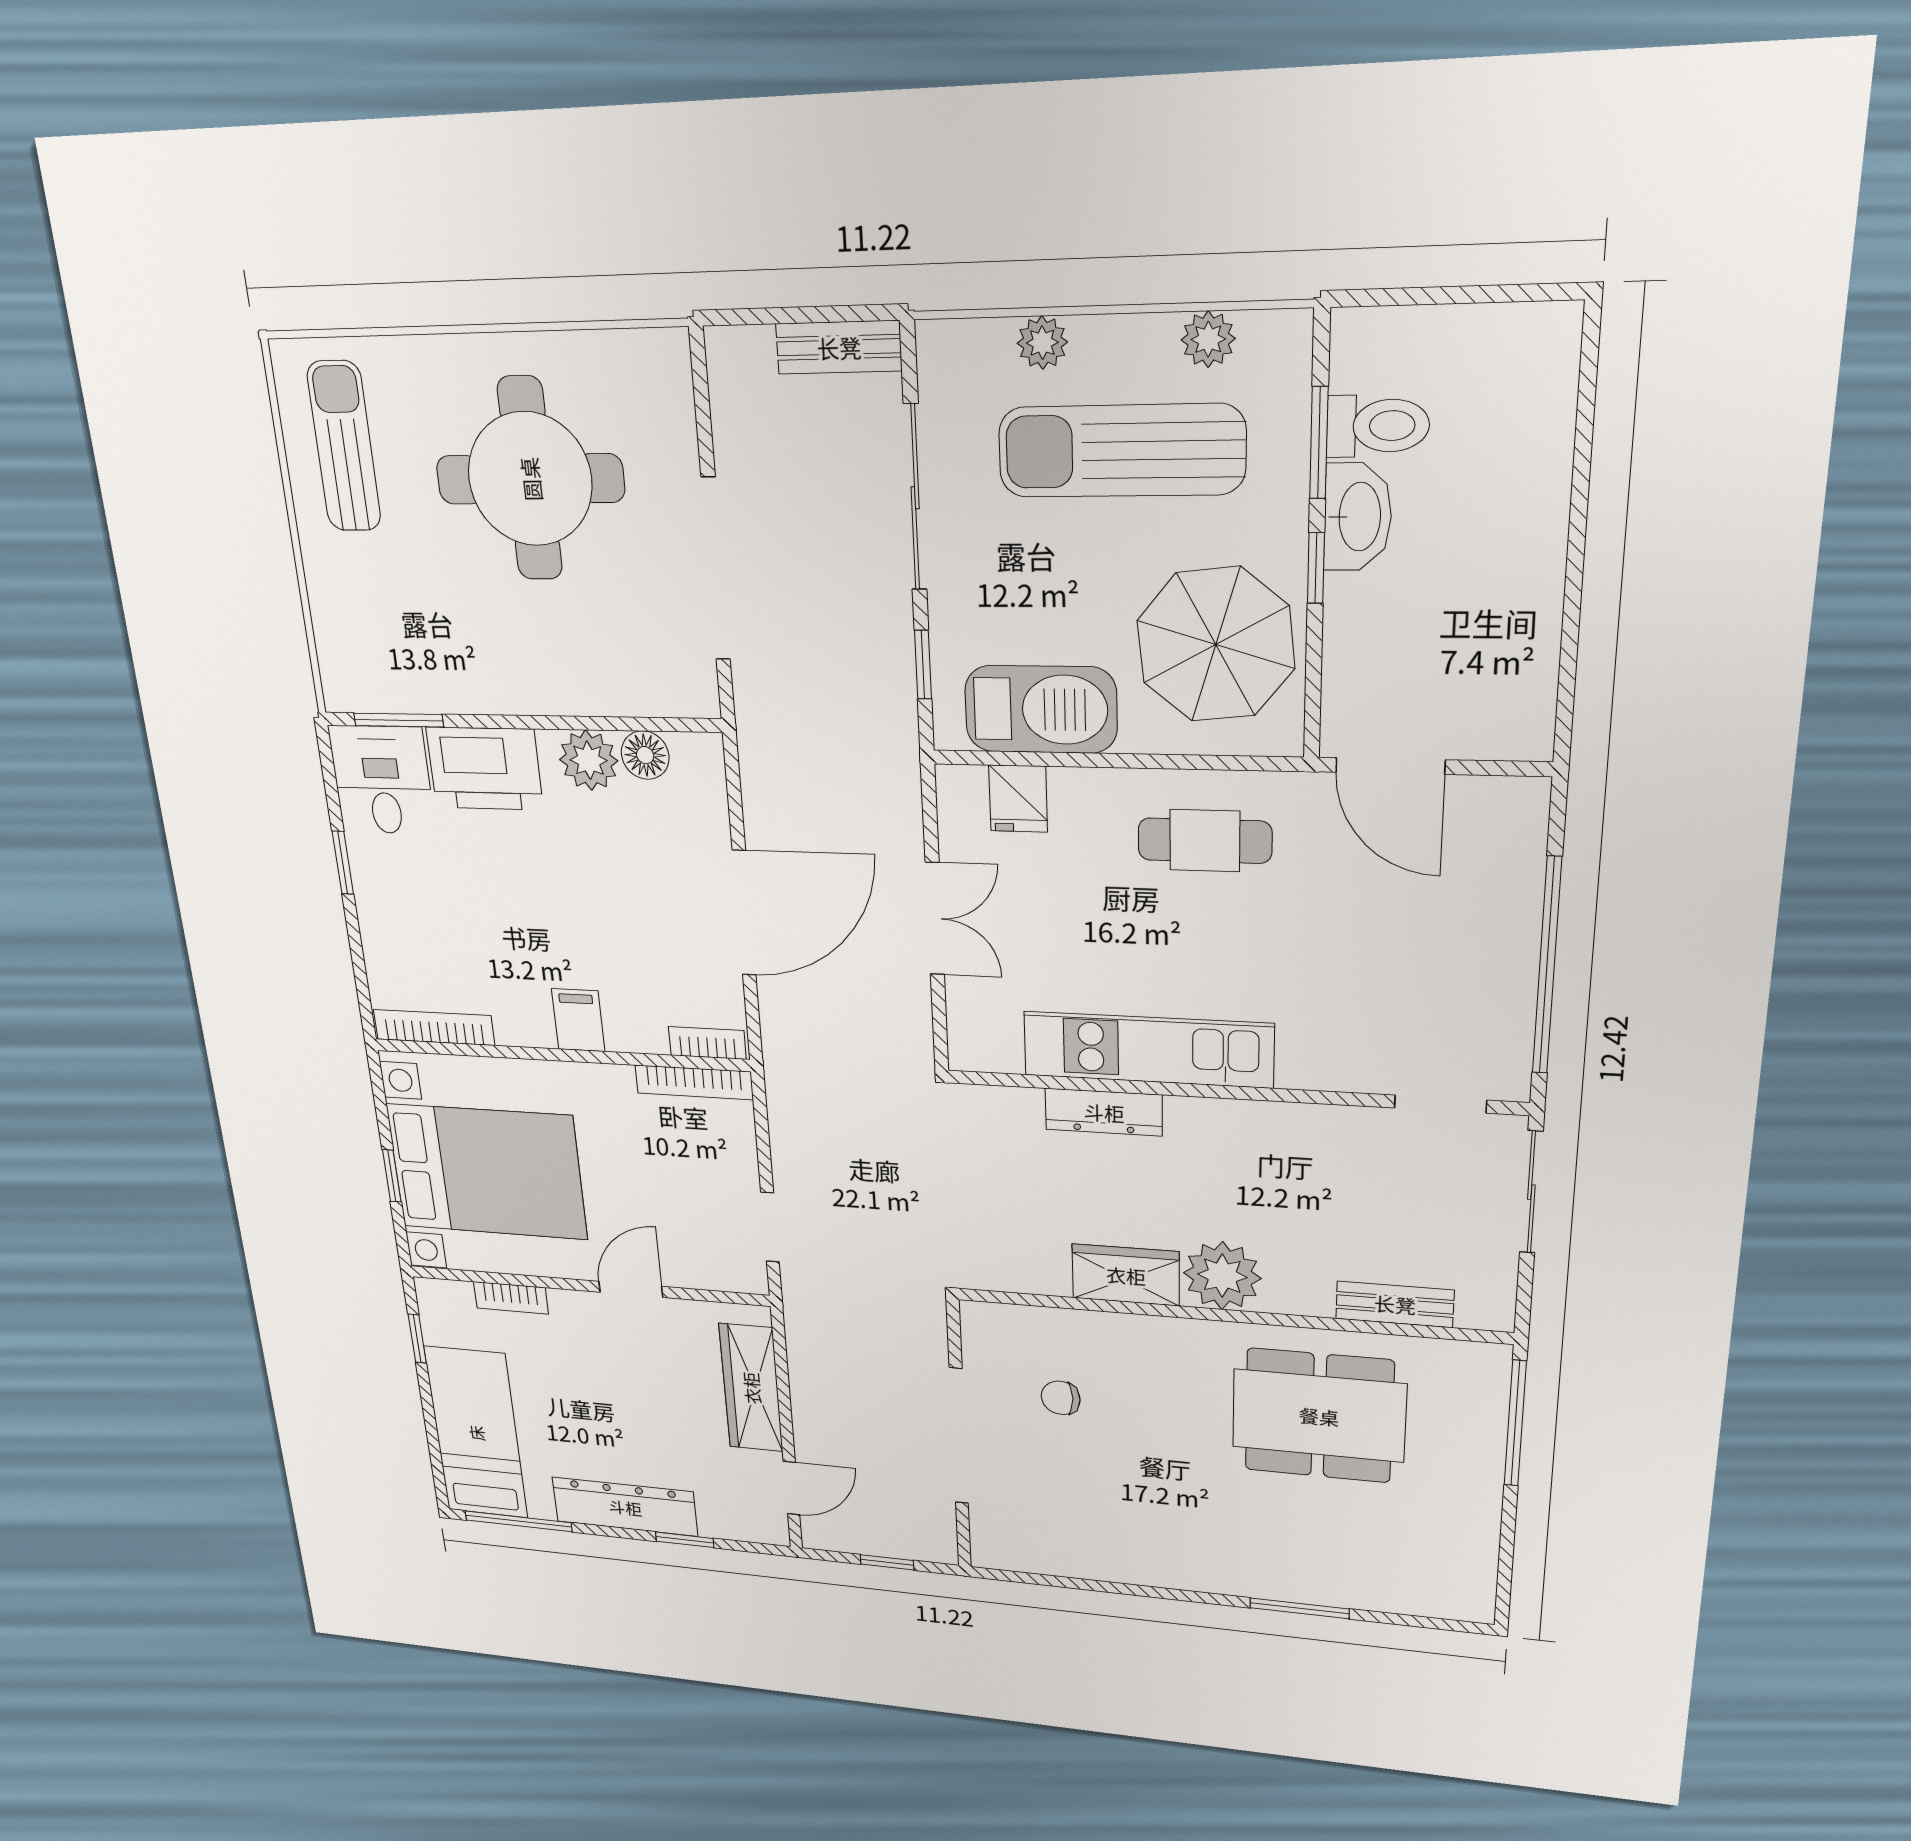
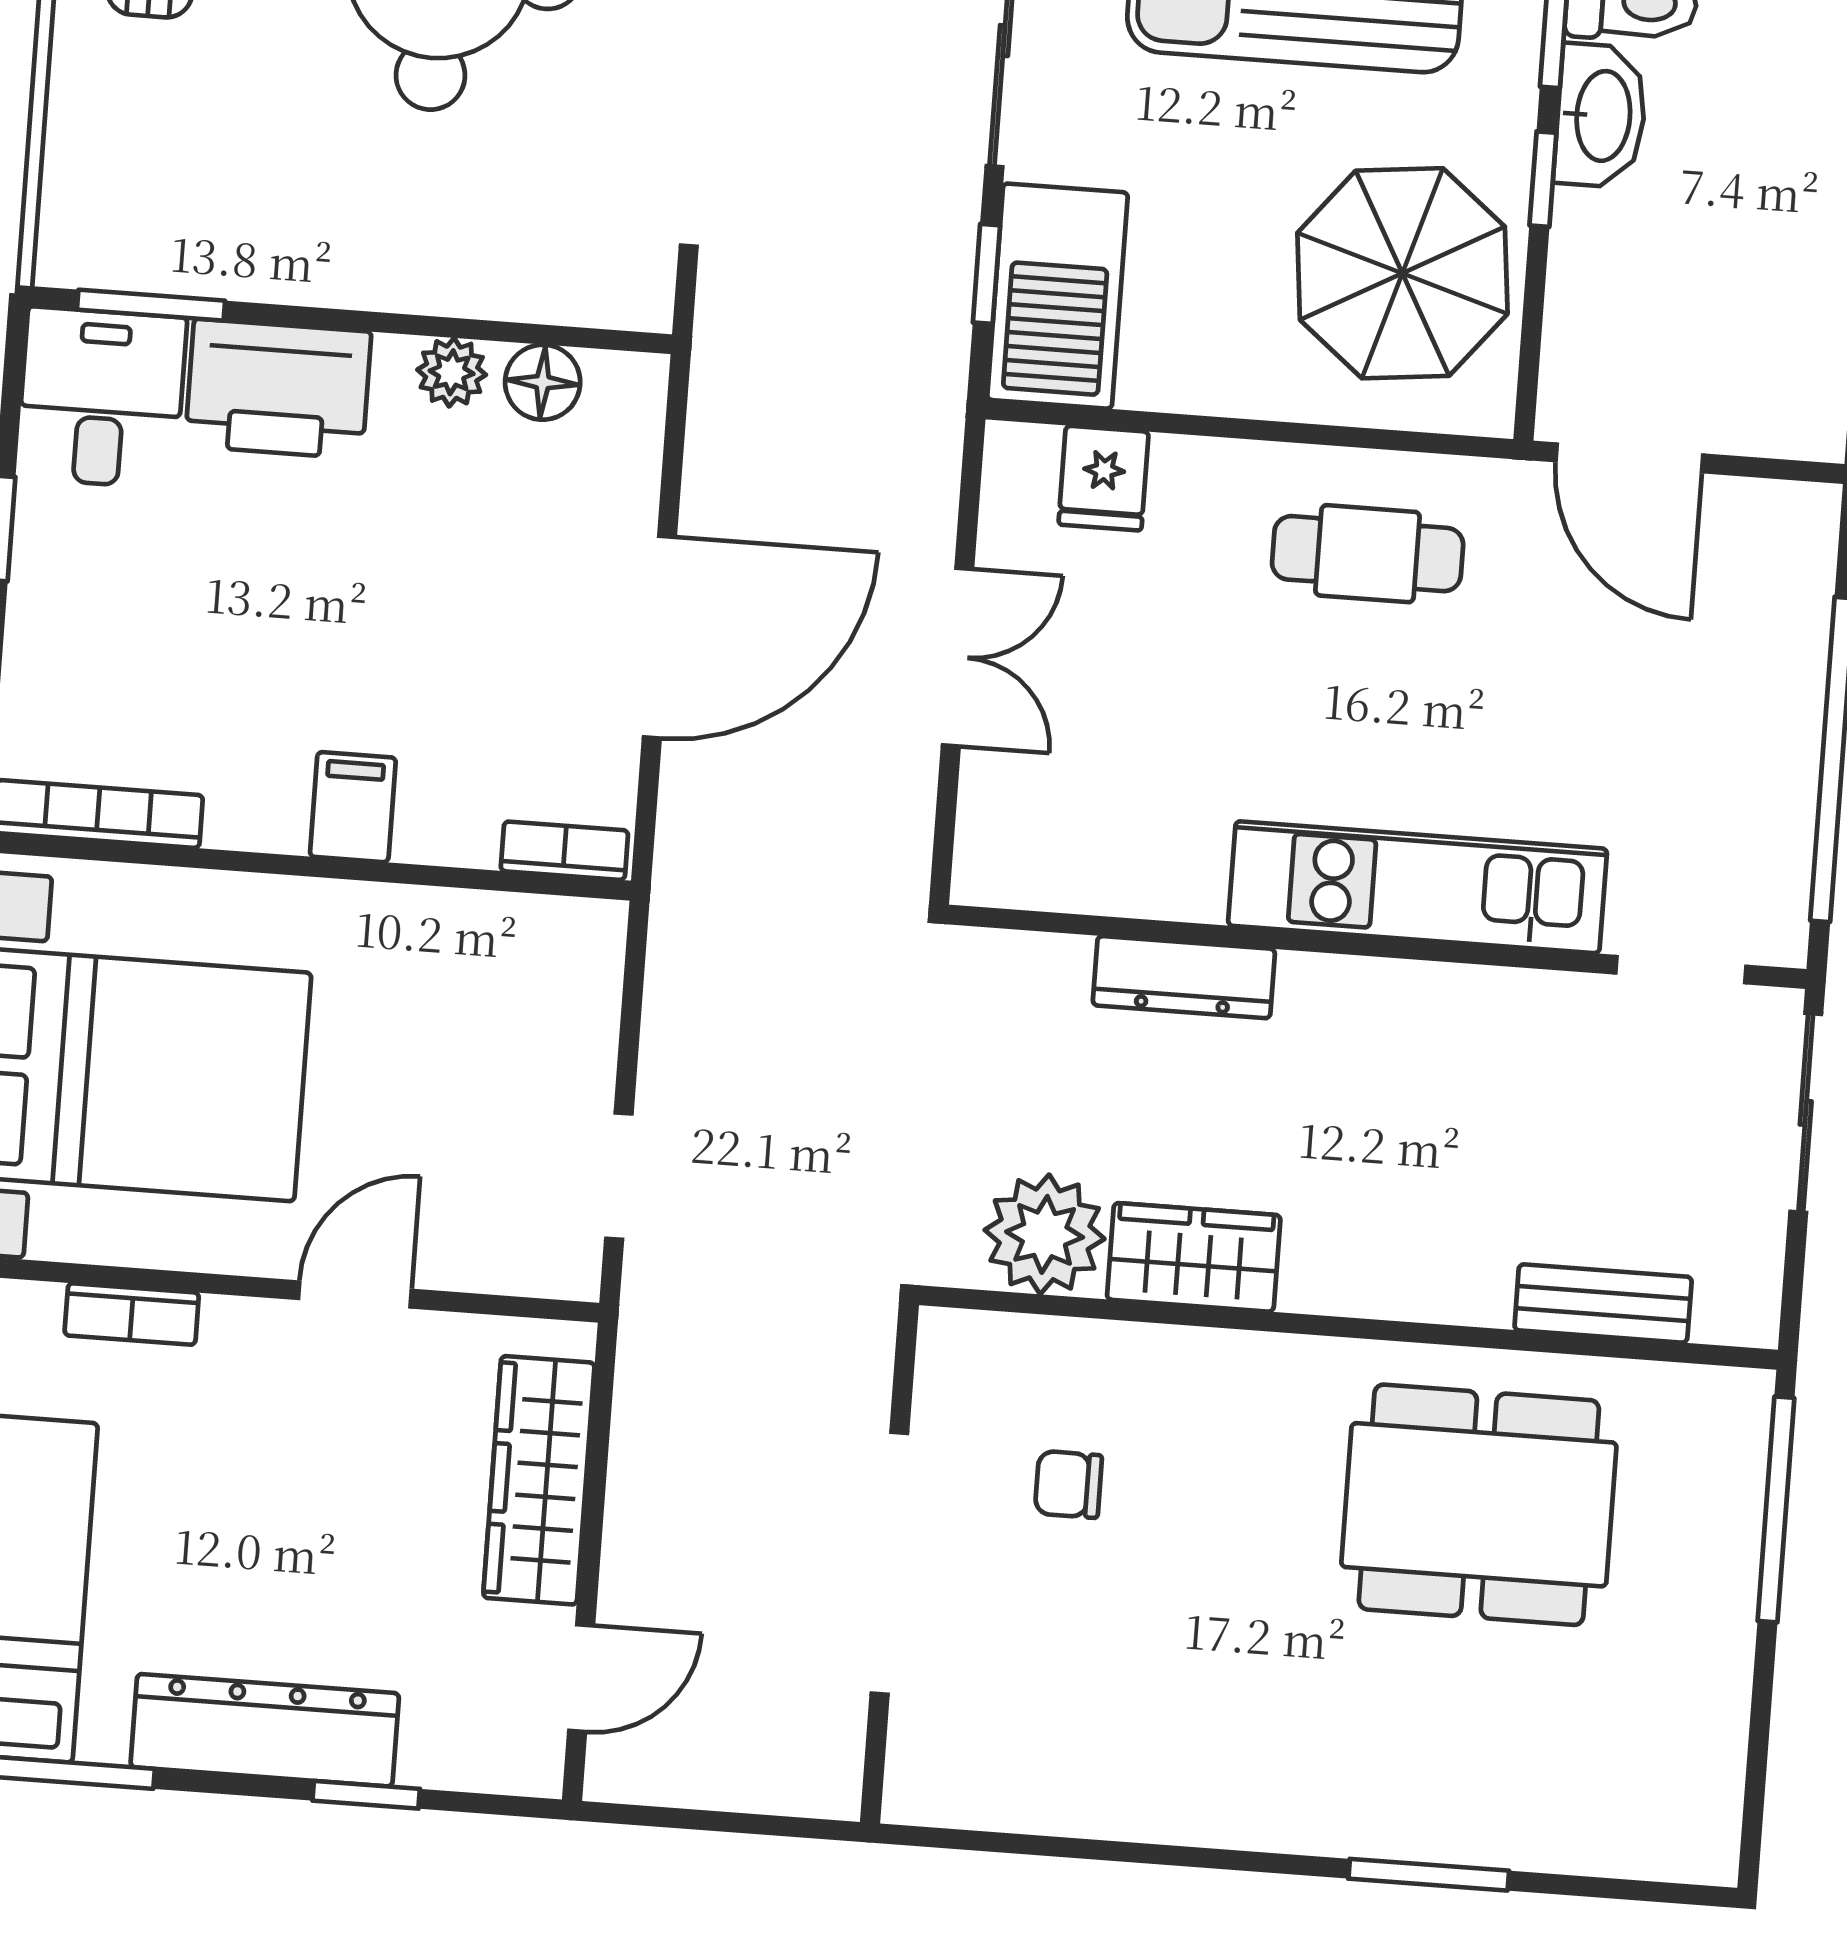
barbecue: (1041, 709) -> (1058, 296), moved, turned 90
plant: (589, 760) -> (452, 372), width x0.73, depth x0.73
kitchen unit: (1148, 1050) -> (1418, 887), moved
bookcase: (694, 1082) -> (531, 918), removed
plant: (1222, 1276) -> (1045, 1234), moved
window: (887, 1562) -> (732, 1822), removed

